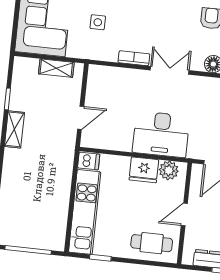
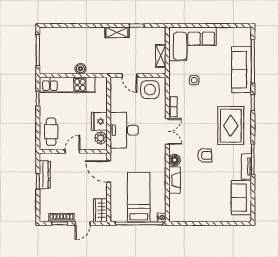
side table: (105, 90) -> (150, 90), added
dishwasher: (89, 161) -> (101, 84), removed
boiler: (63, 190) -> (80, 69), added
door: (184, 215) -> (72, 151), hinge flipped

